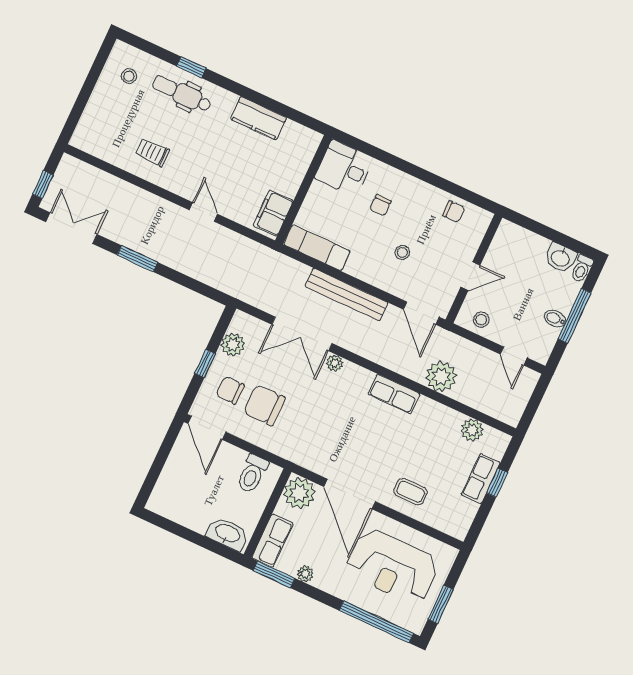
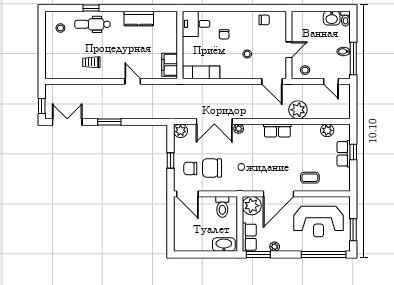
bench: (346, 295) -> (228, 90), removed
window: (574, 316) -> (353, 59), moved
plant: (233, 345) -> (181, 131), moved
door: (350, 494) -> (278, 194), hinge flipped

